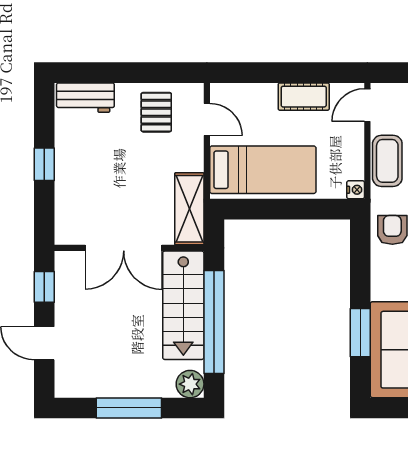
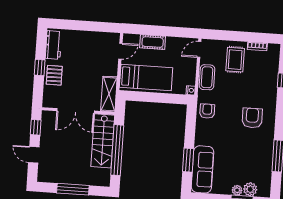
cot: (304, 97) -> (153, 42), moved
workbench: (85, 98) -> (53, 45), moved, turned -90
pallet: (156, 112) -> (54, 75), moved
door: (207, 119) -> (120, 51), hinge flipped
plant: (190, 384) -> (103, 180), removed

